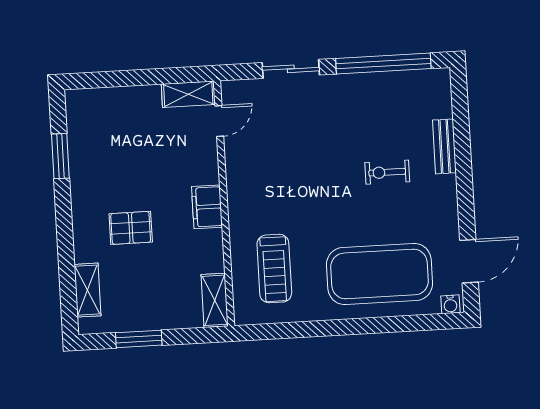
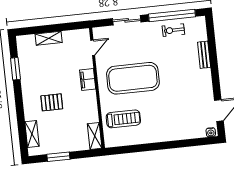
shelving: (188, 94) -> (49, 38), moved
exercise bike: (387, 172) -> (173, 30), moved
filing cabinet: (207, 207) -> (88, 79), moved
treadmill: (274, 269) -> (123, 119), turned -90
exercise mat: (380, 274) -> (133, 78), moved

